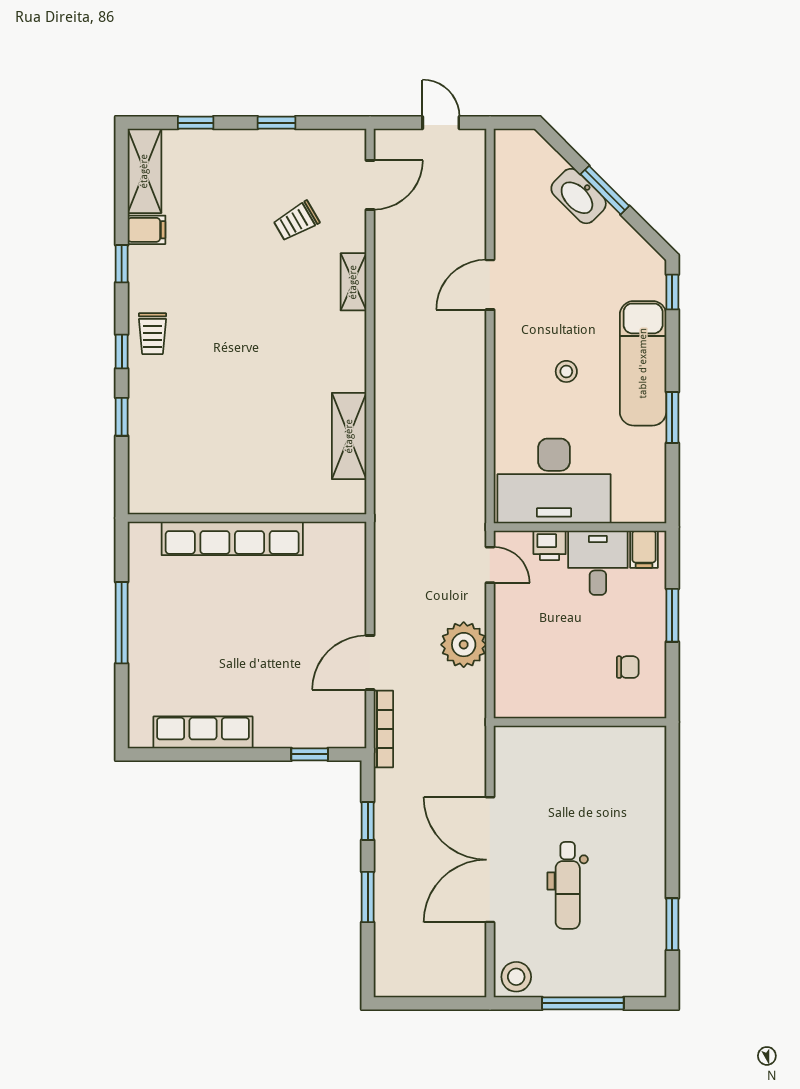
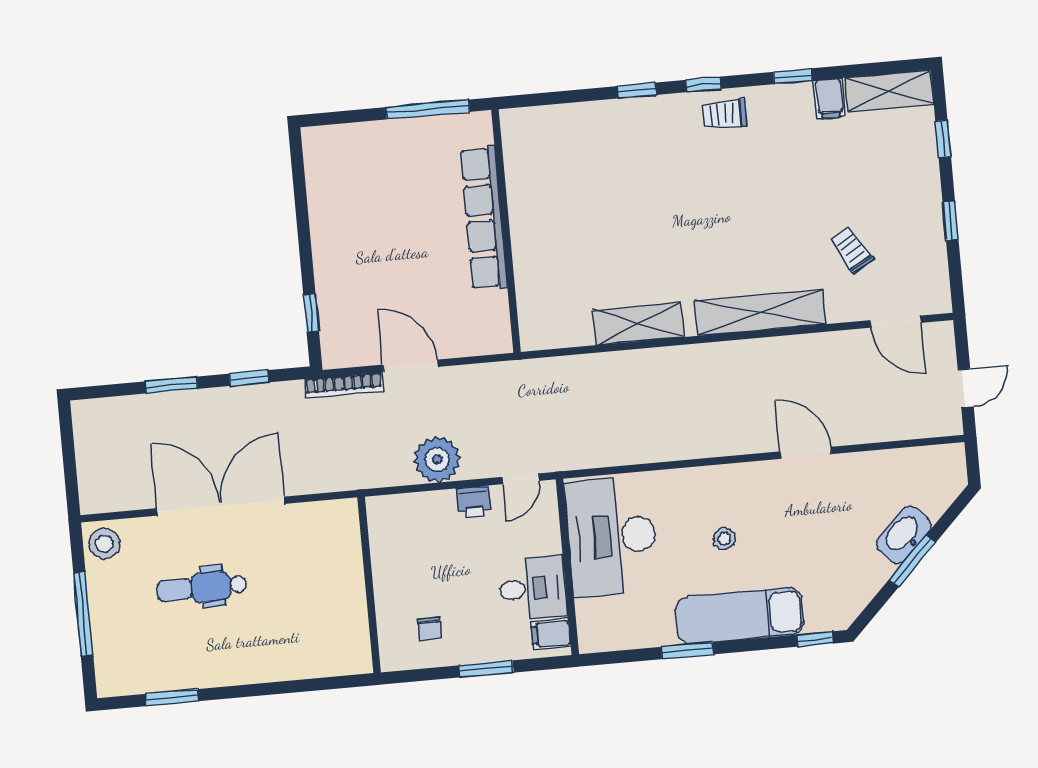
shelving: (353, 282) -> (760, 313), width x2.20, depth x1.33
wall: (247, 518) -> (506, 231), moved
row of seats: (232, 538) -> (484, 218), moved
printer: (550, 545) -> (474, 502), moved, turned -90
row of seats: (203, 732) -> (324, 203), removed

